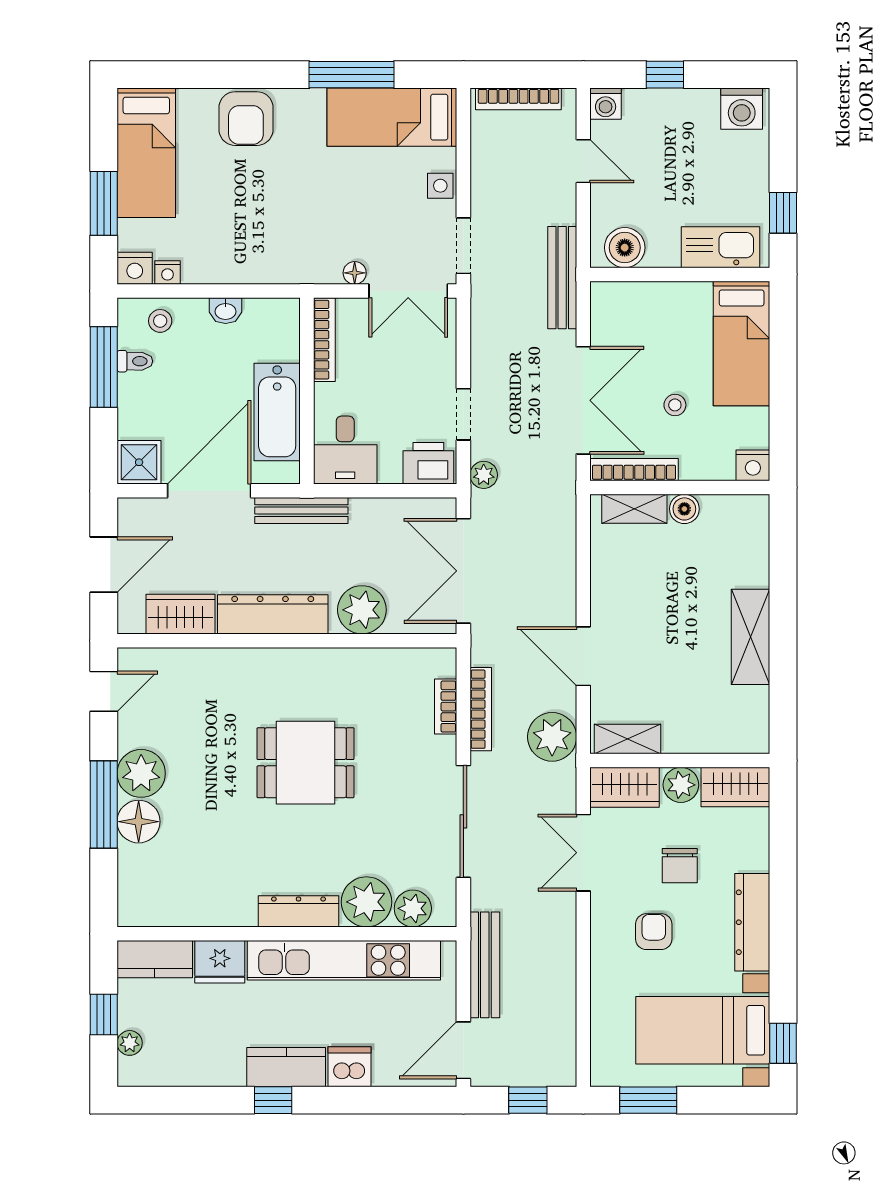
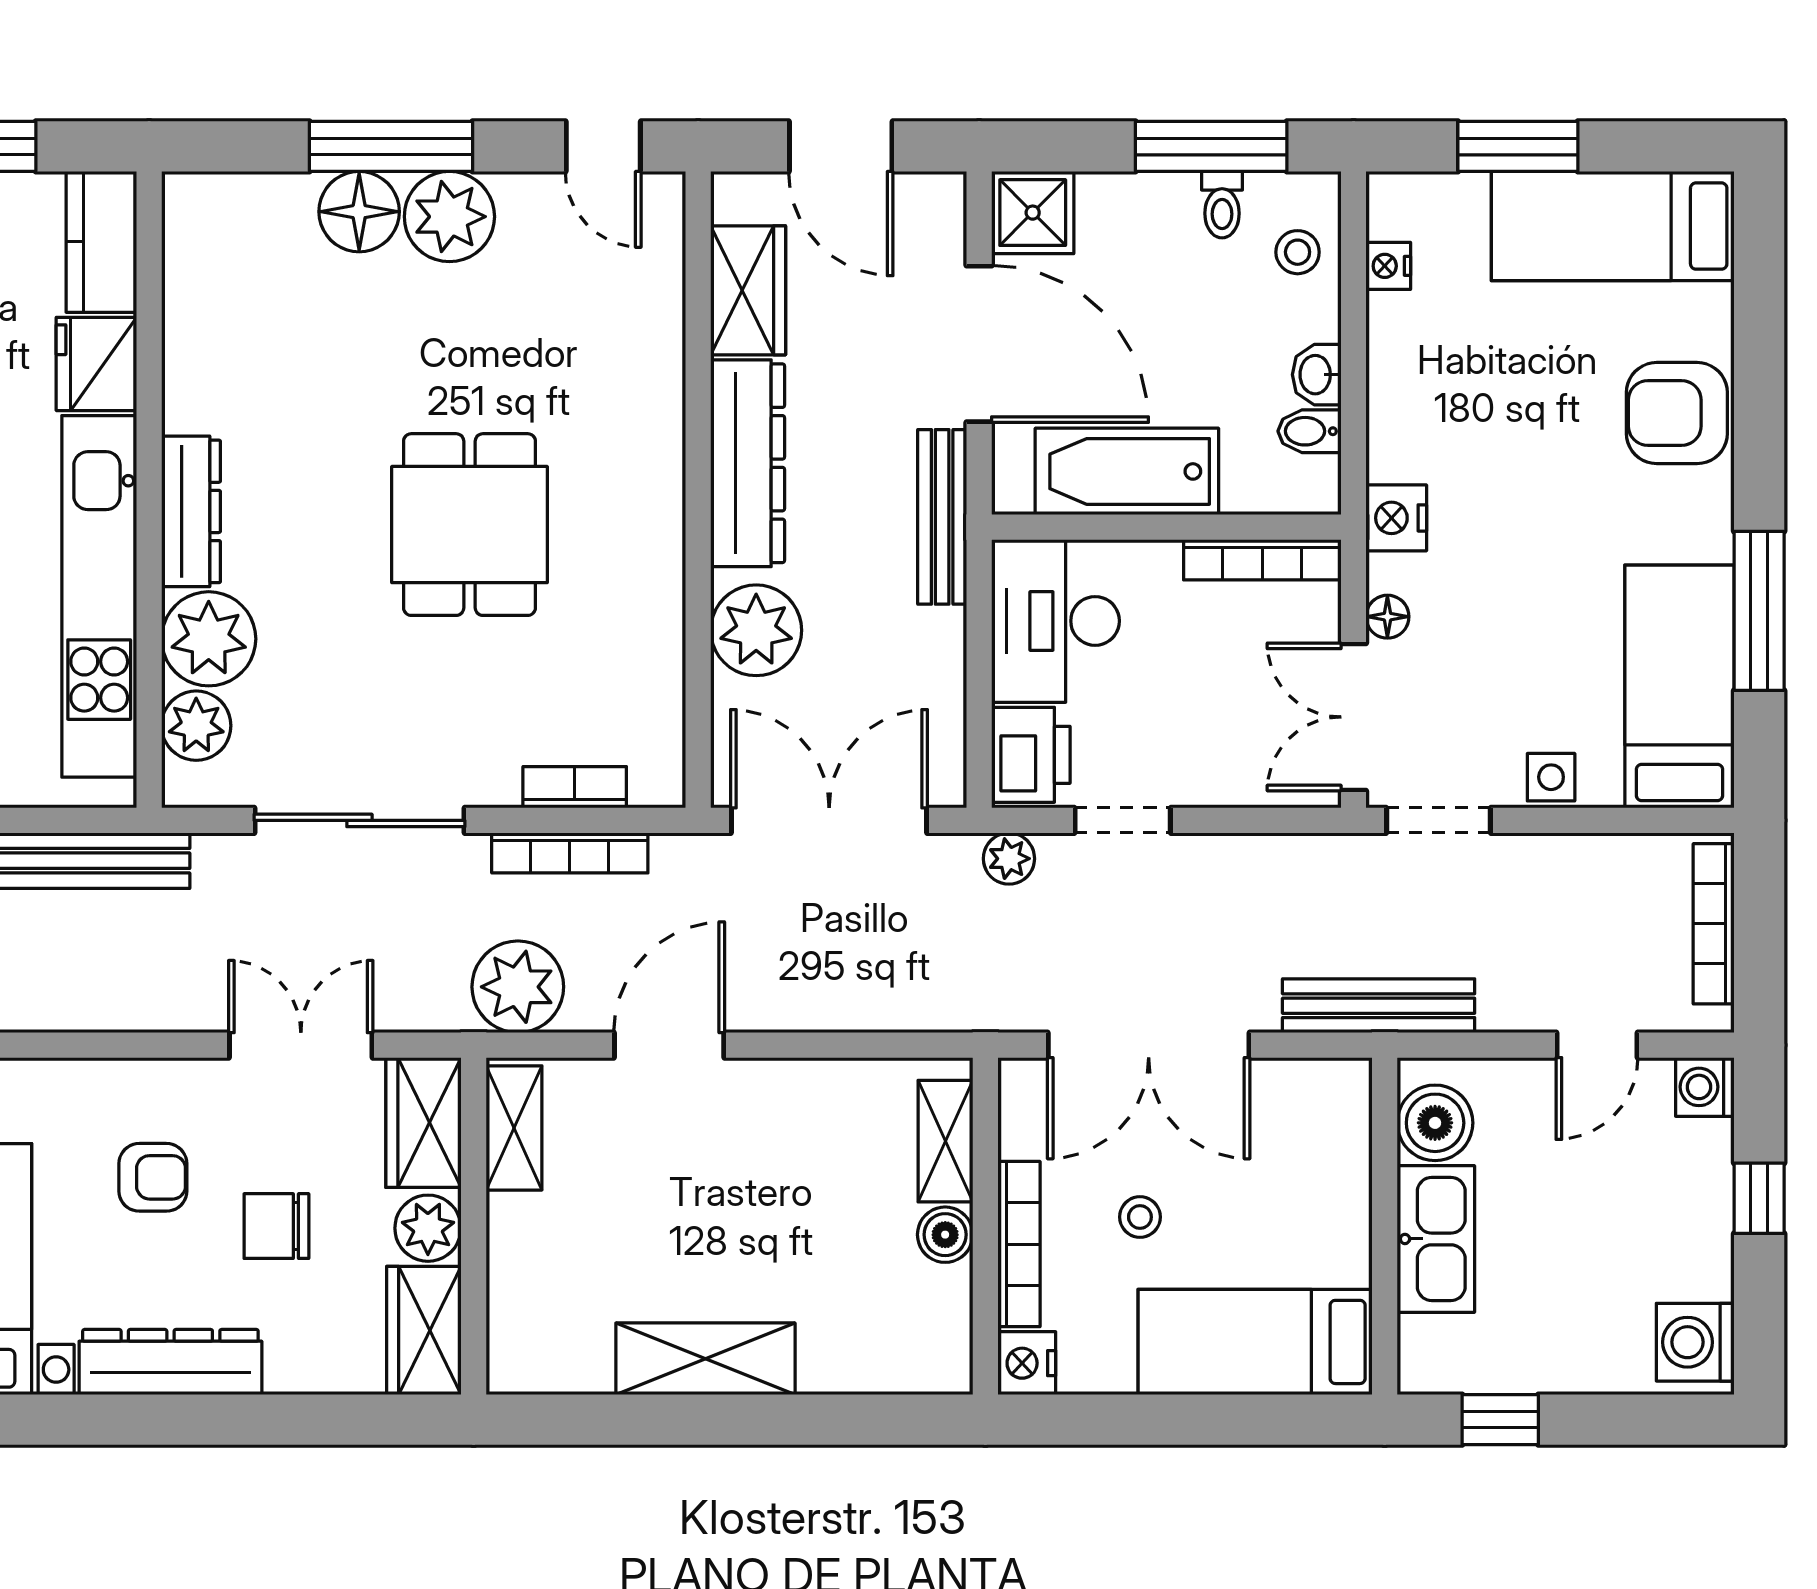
kitchen sink: (721, 247) -> (1436, 1239), moved
nightstand: (135, 268) -> (1396, 518), moved
bidet: (256, 315) -> (1309, 431), added
desk: (345, 450) -> (1055, 621), width x1.37
bookcase: (634, 470) -> (1019, 1244), moved

